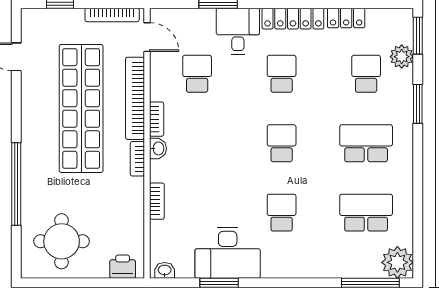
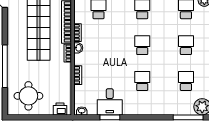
school desk: (366, 143) -> (186, 45), width x0.54
school desk: (366, 213) -> (186, 81), width x0.54
desk: (228, 253) -> (110, 102), width x0.73

